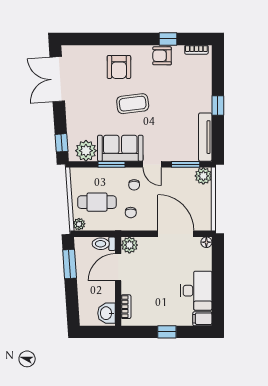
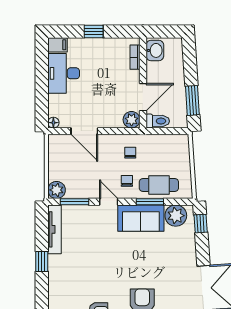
coffee table: (133, 104) -> (128, 263), removed
cafe table: (97, 202) -> (159, 185), moved
plant: (79, 224) -> (183, 141), removed
door: (176, 234) -> (84, 131), width x0.73

